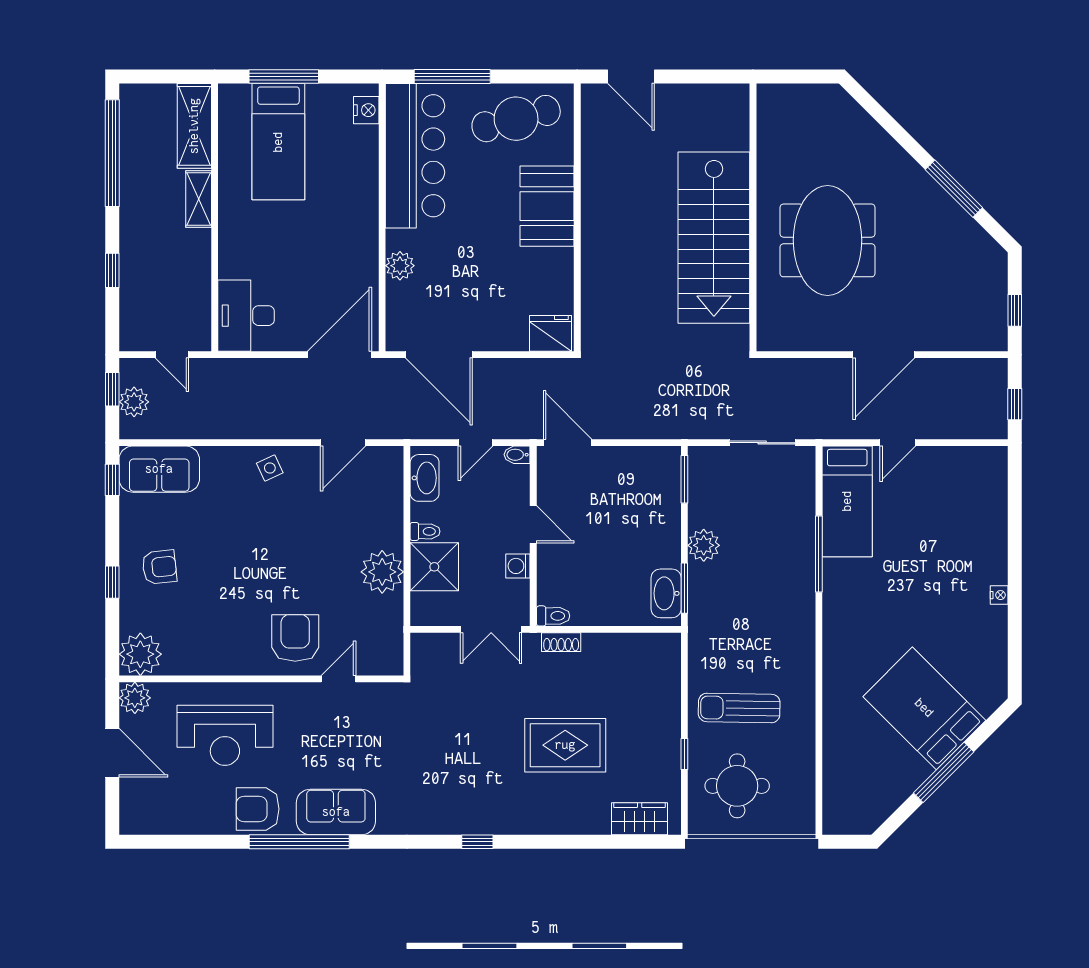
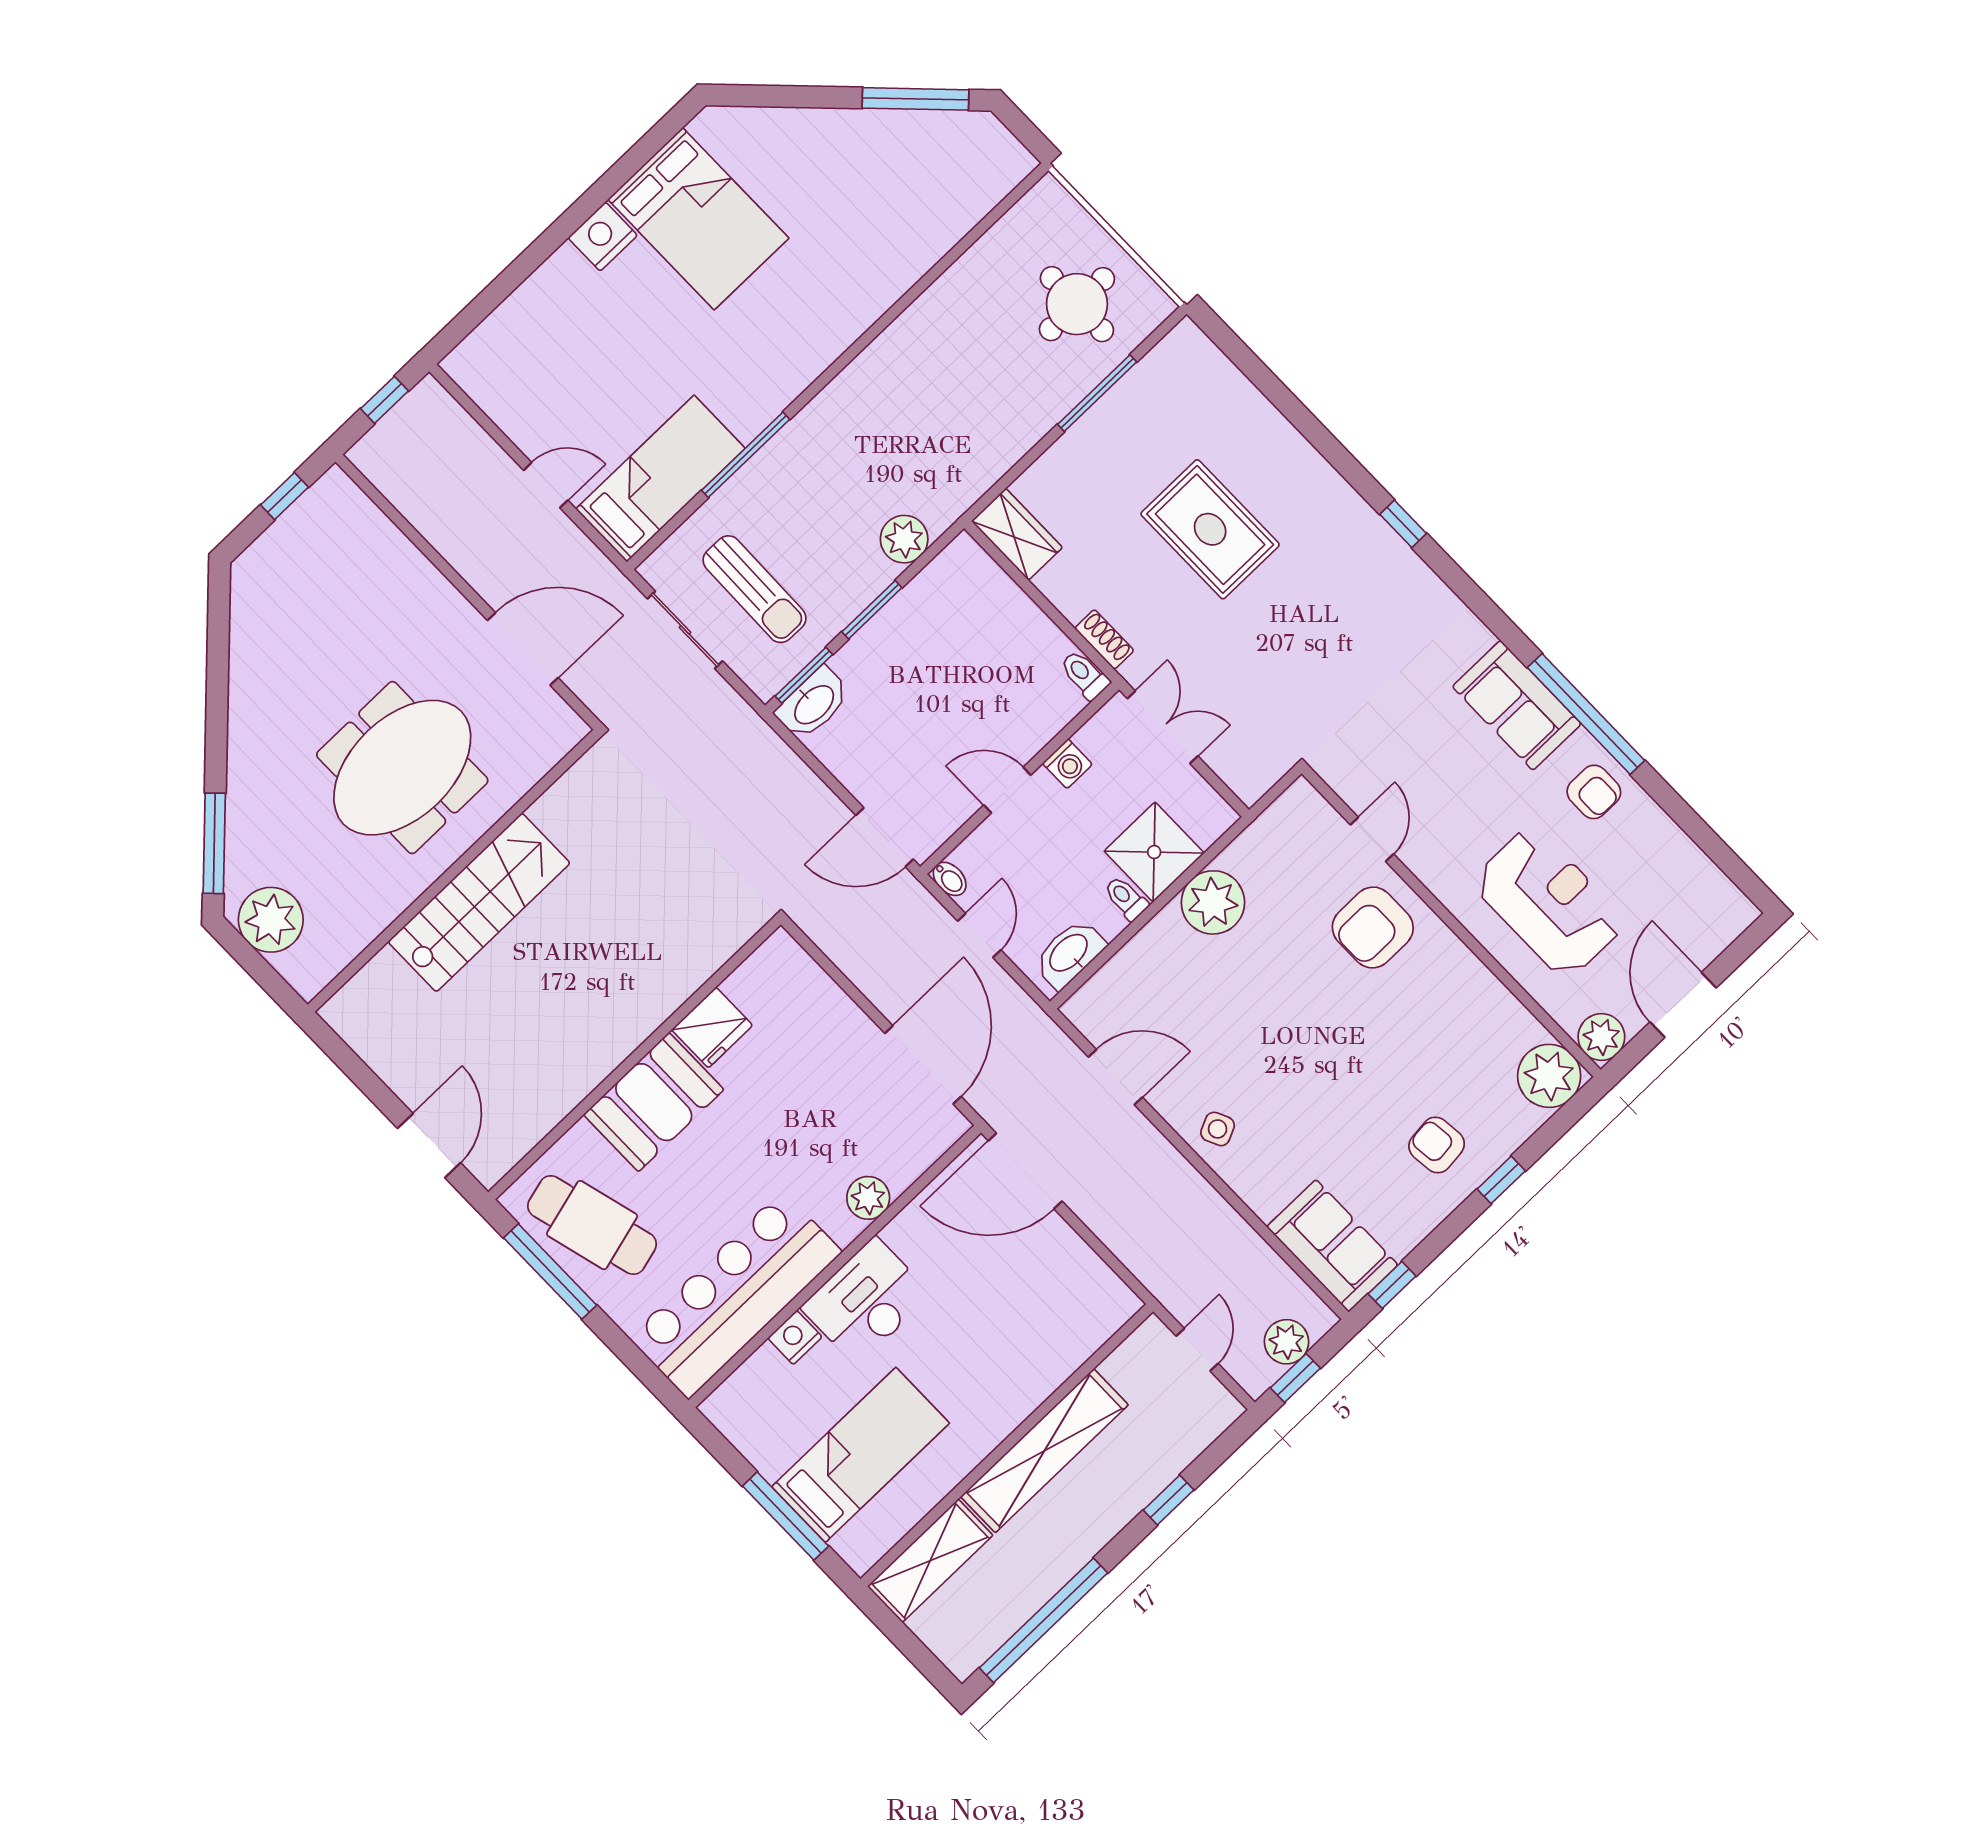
window: (452, 76) -> (550, 1271), moved
plant: (815, 105) -> (271, 920), added
nightstand: (366, 110) -> (795, 1337), moved
window: (954, 189) -> (214, 843), moved
shelving: (199, 199) -> (1044, 1451), width x2.20, depth x1.33
stairs: (714, 238) -> (479, 902), width x0.73, depth x0.66
desk: (246, 316) -> (866, 1301), moved, turned 180
fridge: (551, 333) -> (712, 1028), moved, turned -90
door: (884, 355) -> (523, 649), moved
door: (476, 443) -> (979, 936), hinge flipped
door: (568, 443) -> (885, 837), hinge flipped
door: (533, 524) -> (1007, 790), hinge flipped
plant: (704, 545) -> (904, 539), moved
window: (684, 588) -> (872, 610), moved
washbasin: (666, 593) -> (813, 704), moved
nightstand: (999, 595) -> (603, 237), width x1.89, depth x1.79
door: (338, 679) -> (1372, 839), swing flipped
sun lounger: (739, 708) -> (754, 589), moved
bed: (924, 708) -> (698, 219), moved, turned -45
window: (684, 754) -> (1097, 393), width x2.17
window: (944, 772) -> (916, 99), moved
armchair: (258, 809) -> (1594, 792), width x0.72, depth x0.72
wardrobe: (640, 819) -> (1017, 534), moved, turned 180

